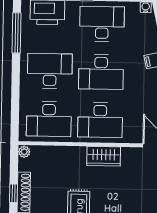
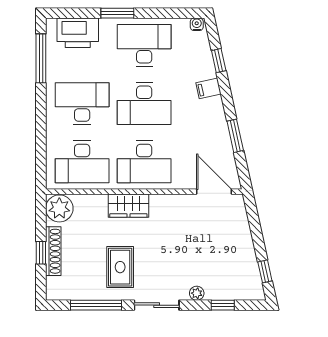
plant: (24, 152) -> (59, 208), width x1.88, depth x1.88
wardrobe: (104, 156) -> (128, 206), moved

